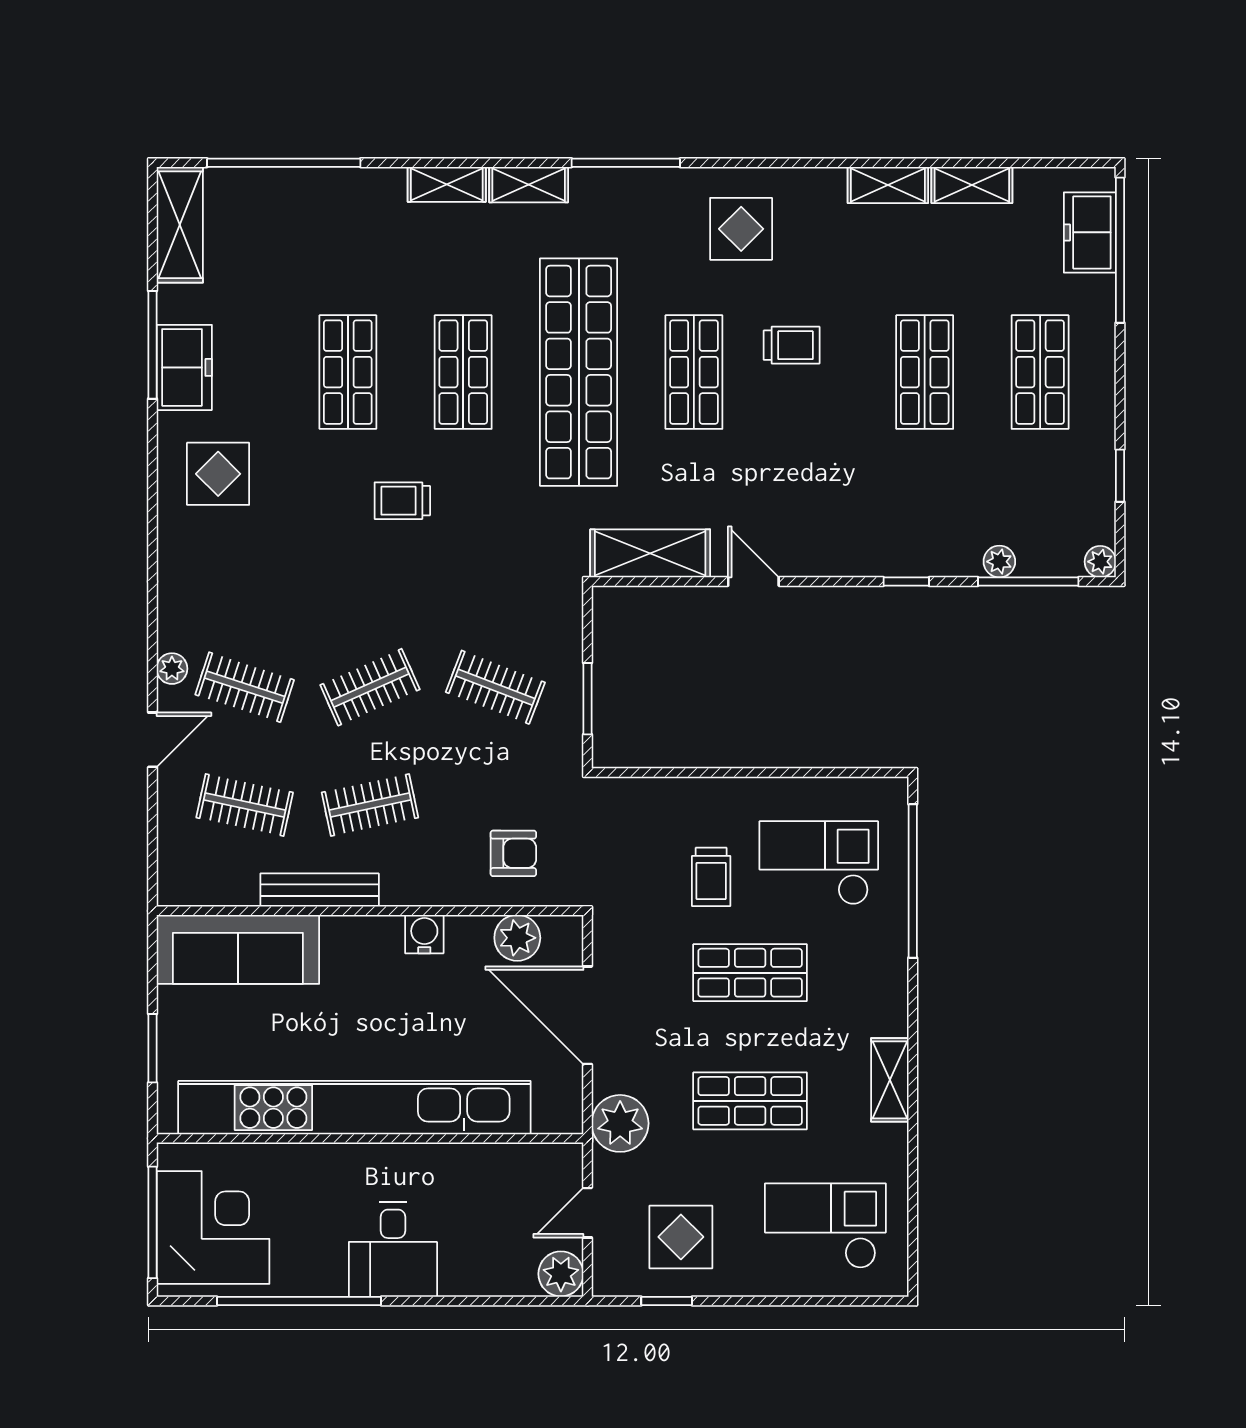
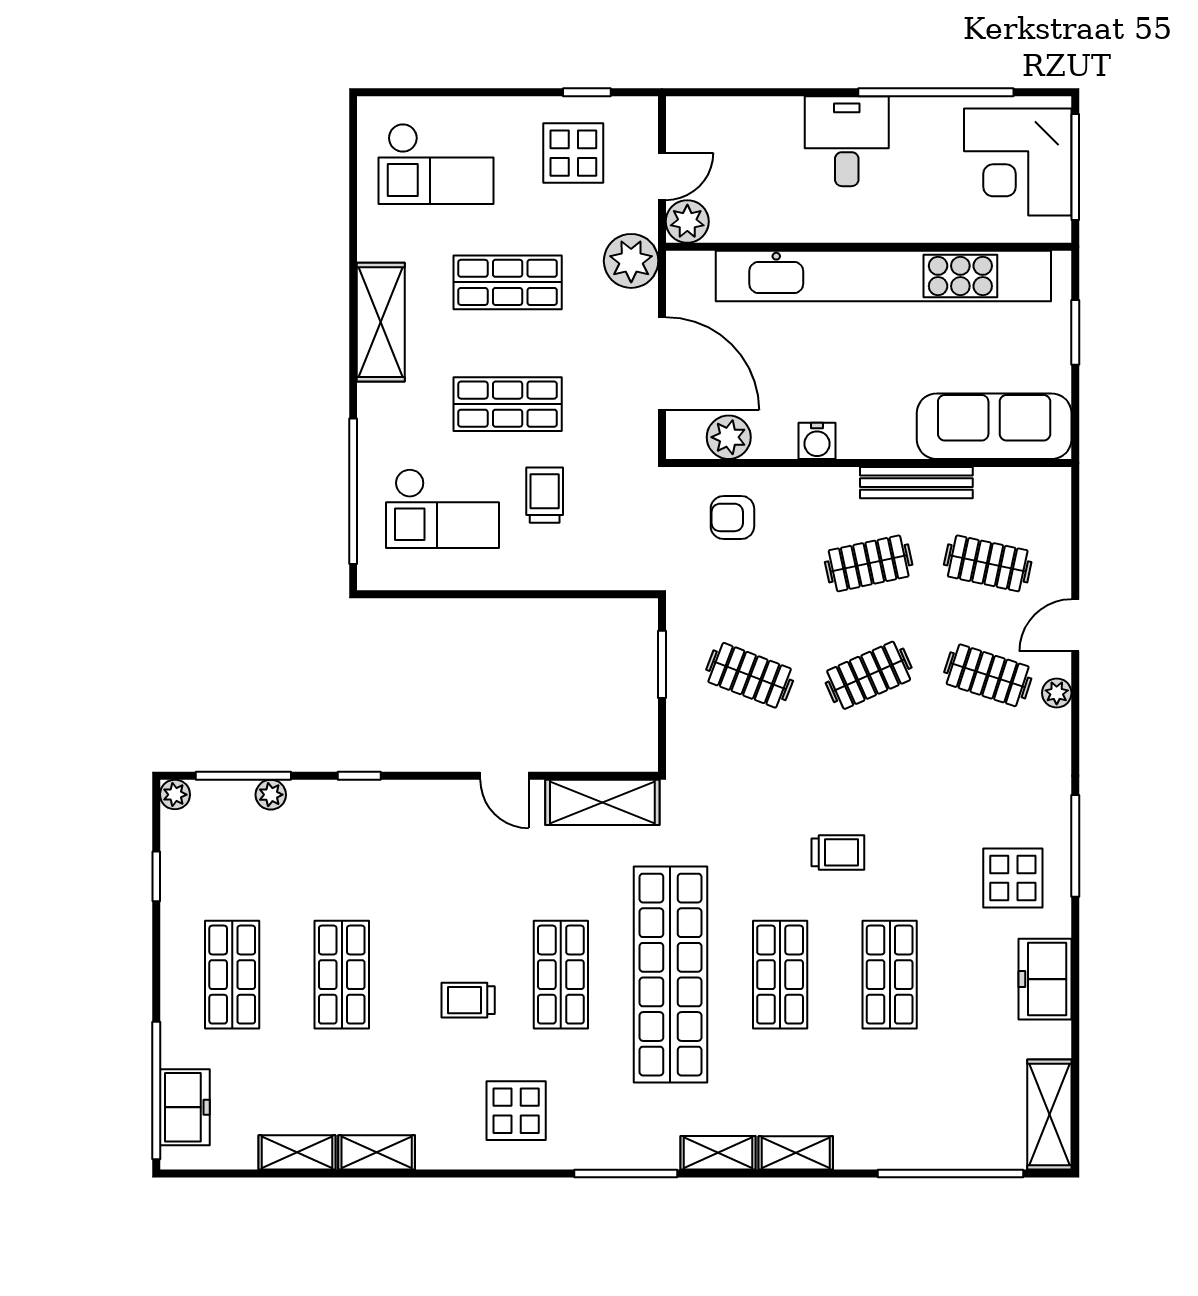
window: (152, 345) -> (1075, 846), moved
shelving: (890, 1080) -> (381, 322), width x1.50, depth x1.33
plant: (561, 1274) -> (687, 222), moved

